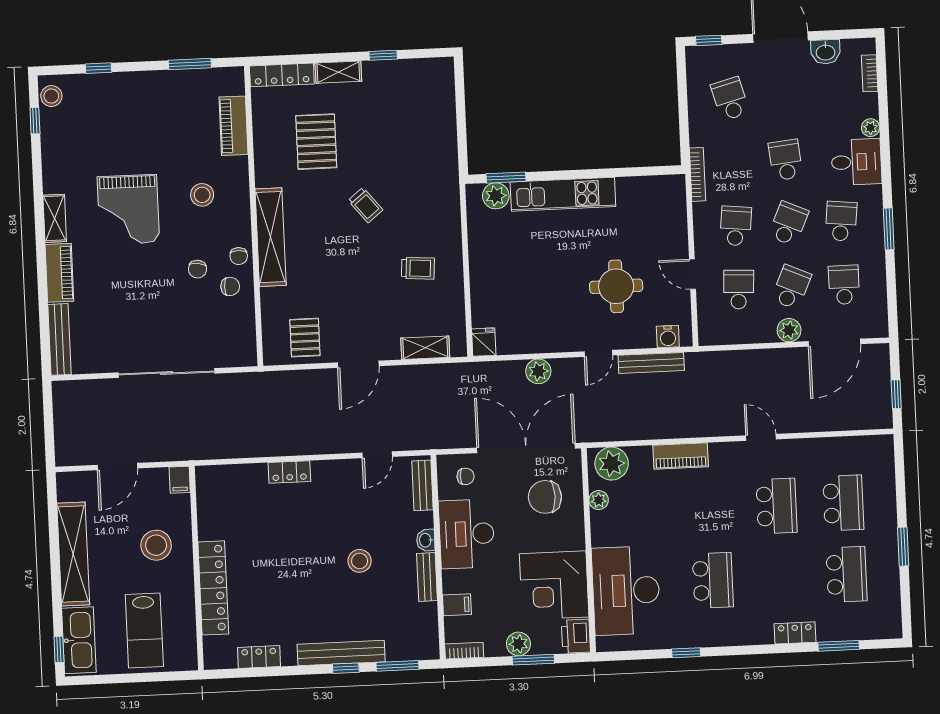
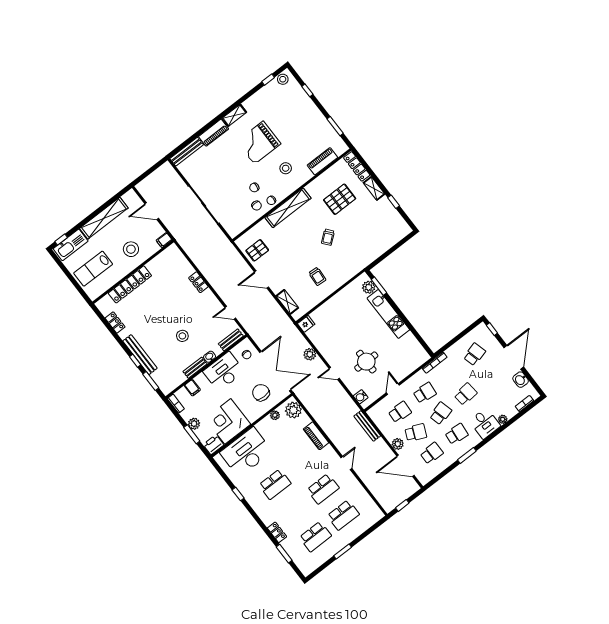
school desk: (788, 224) -> (441, 413), turned -39
bench: (651, 363) -> (367, 426), moved

